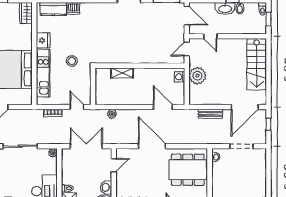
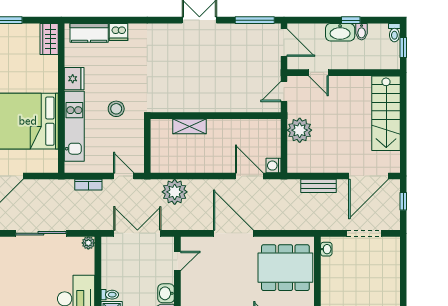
washing machine: (180, 77) -> (273, 166), moved
plant: (112, 114) -> (175, 192), width x1.88, depth x1.88

